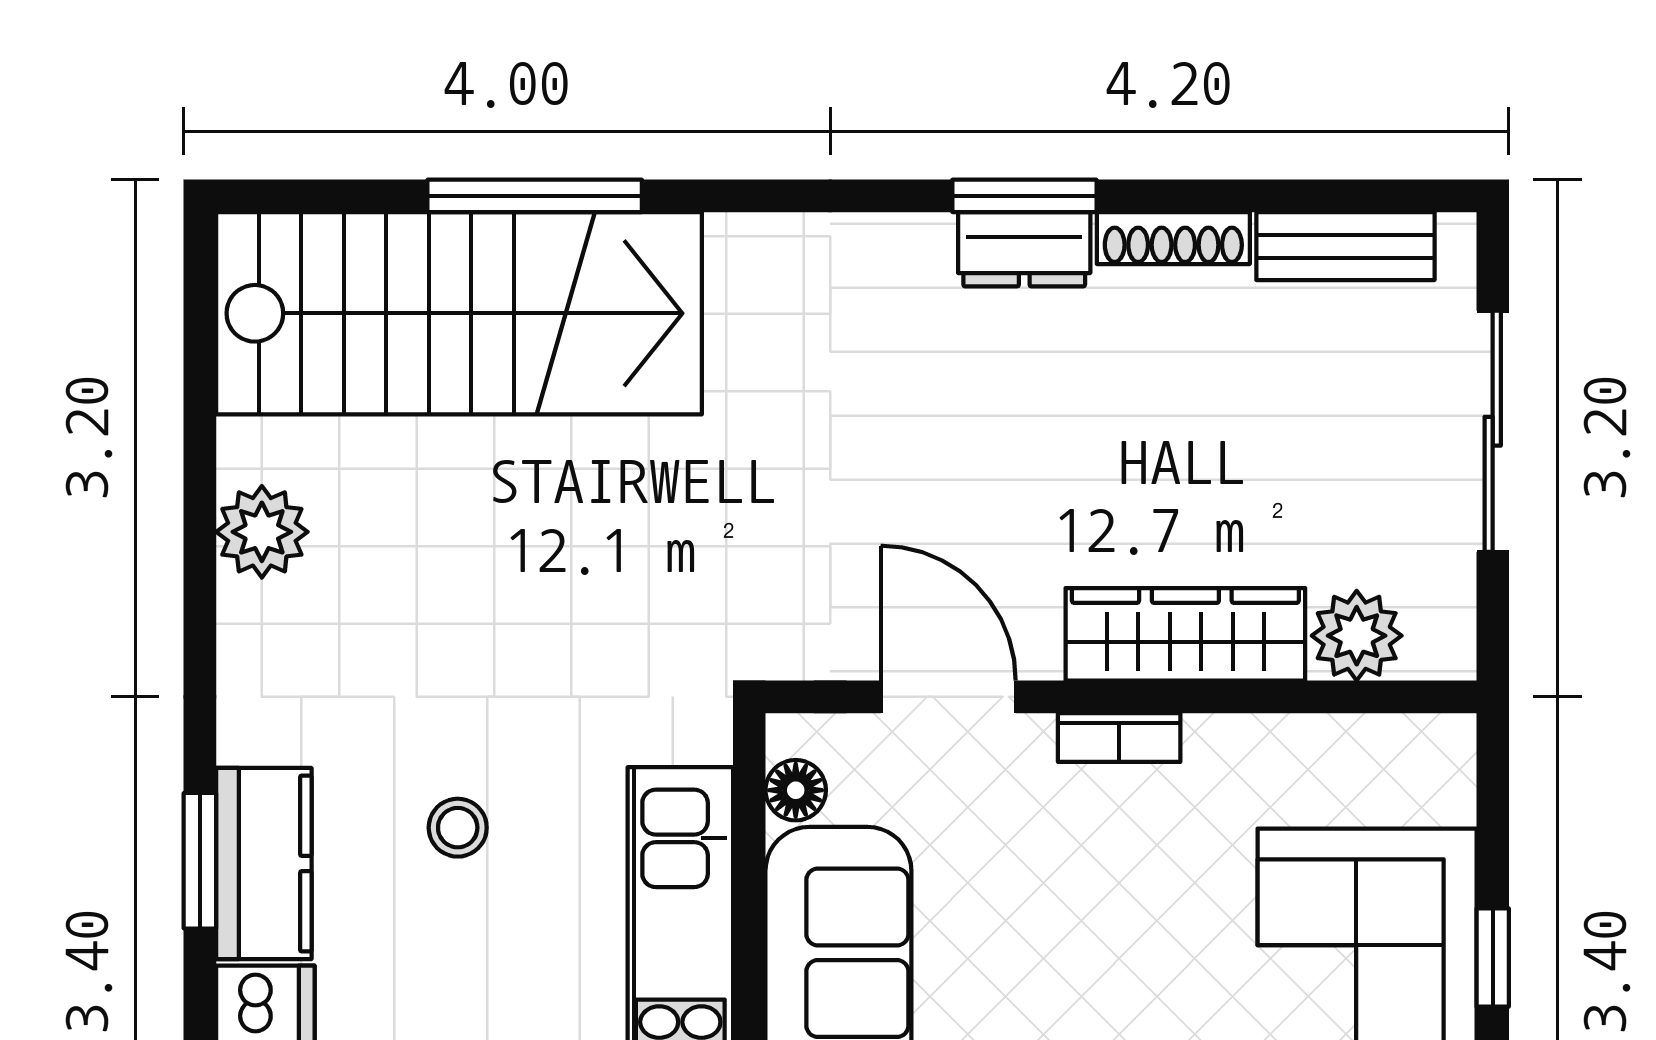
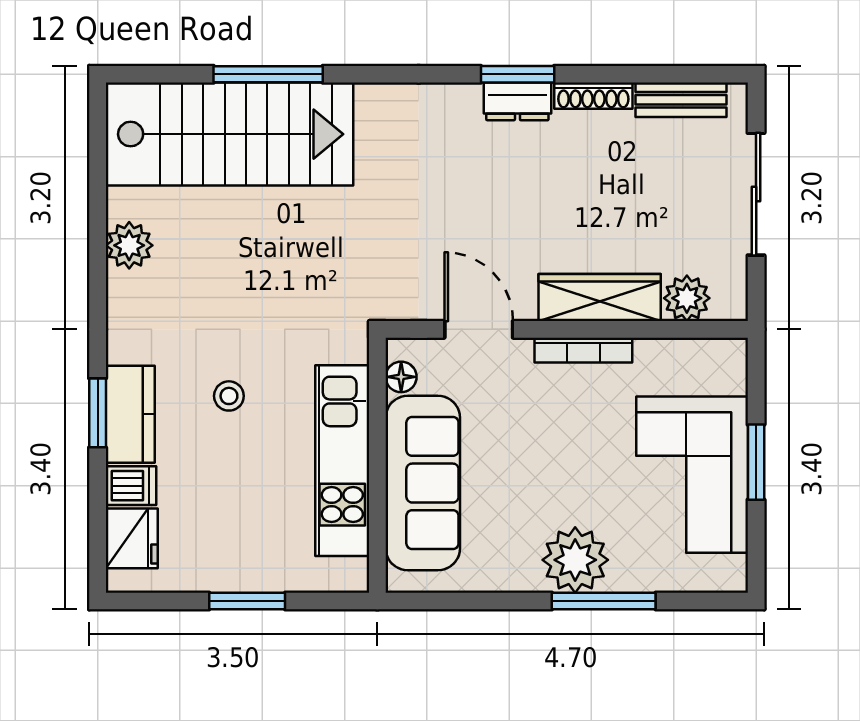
bookcase: (1119, 738) -> (583, 350), width x1.56
window: (1493, 958) -> (756, 462), width x1.50

